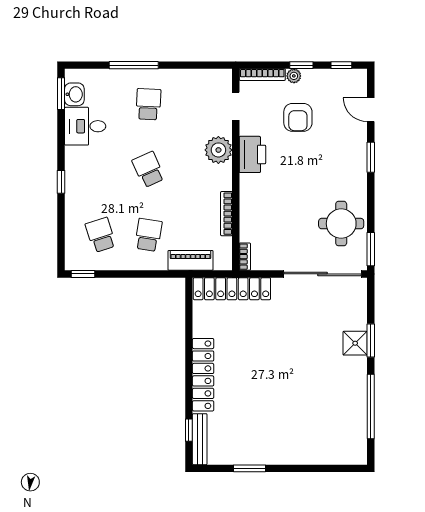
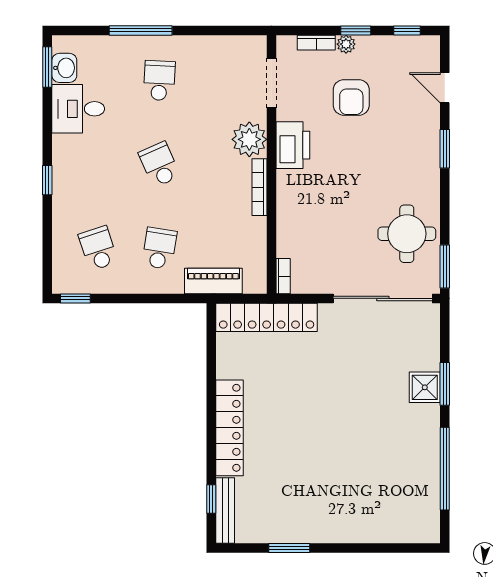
bookcase: (262, 75) -> (316, 43), width x0.64
doorway: (236, 106) -> (271, 83), width x1.38
bookcase: (226, 214) -> (260, 187), moved

